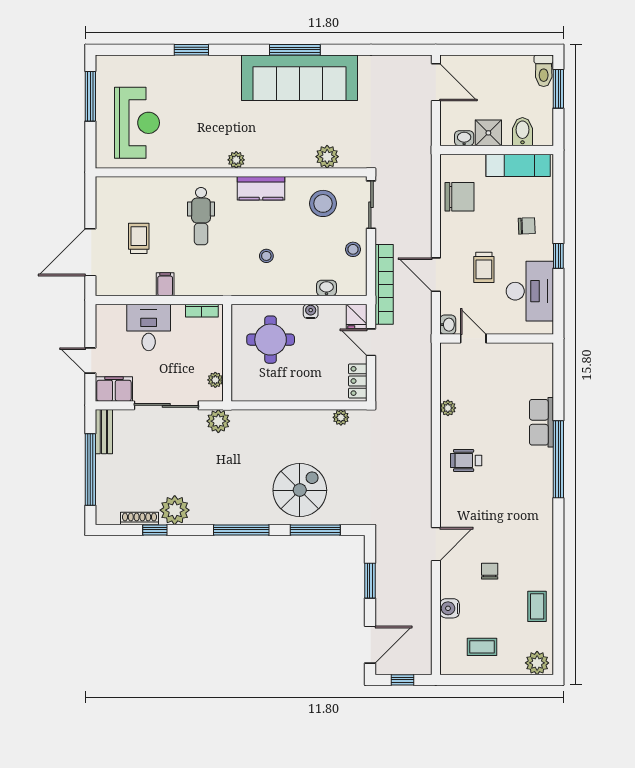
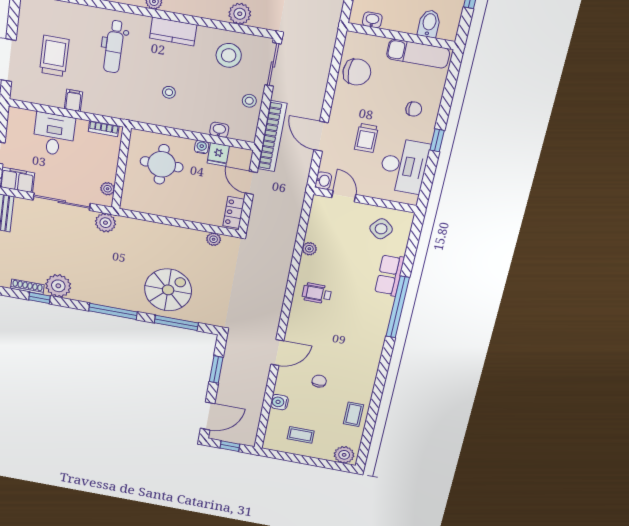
shower: (488, 133) -> (396, 19), removed
trolley: (139, 238) -> (54, 56), width x1.36, depth x1.39
fridge: (357, 316) -> (218, 154), moved
side table: (521, 369) -> (381, 229), added

